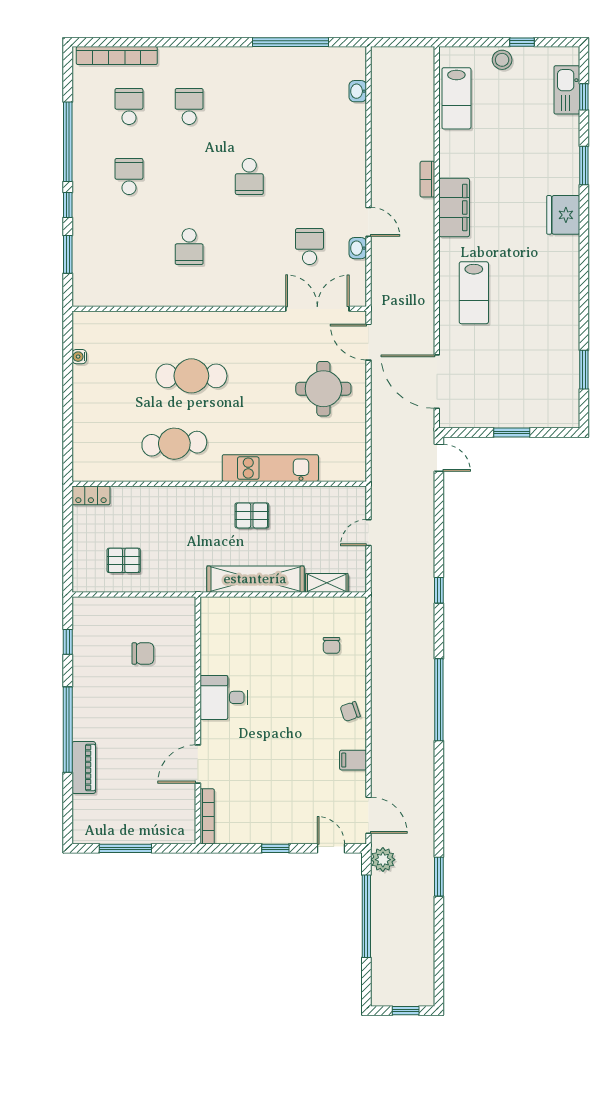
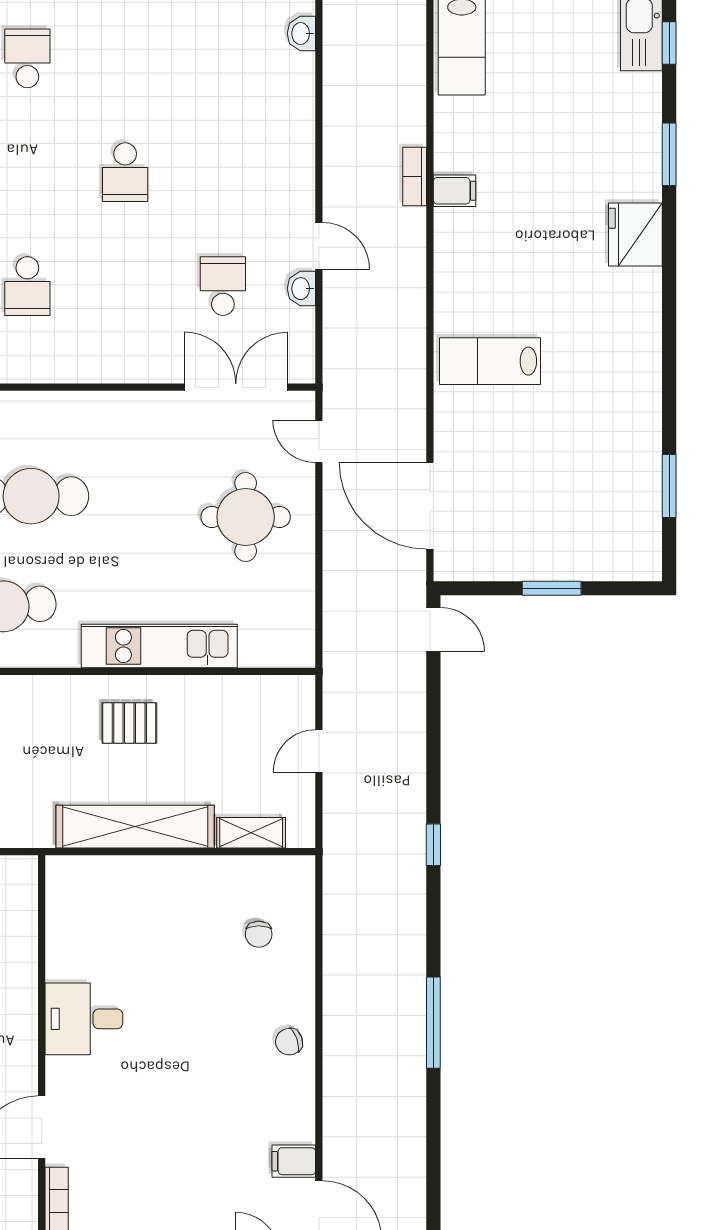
filing cabinet: (454, 207) -> (455, 191), width x0.33, depth x0.86
lab bench: (474, 293) -> (490, 361), turned 90
door: (369, 342) -> (319, 441), width x0.73
window: (439, 700) -> (433, 1023), width x0.68
filing cabinet: (353, 760) -> (294, 1161), moved

